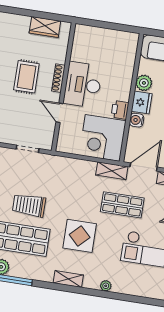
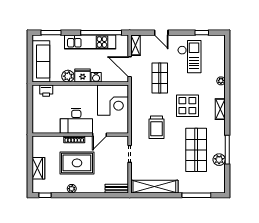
wardrobe: (45, 27) -> (38, 168), moved
rug: (26, 77) -> (77, 163), width x1.36, depth x1.43
printer: (120, 110) -> (46, 91), moved
shelving: (112, 171) -> (136, 90), removed
trolley: (29, 205) -> (156, 127), moved

